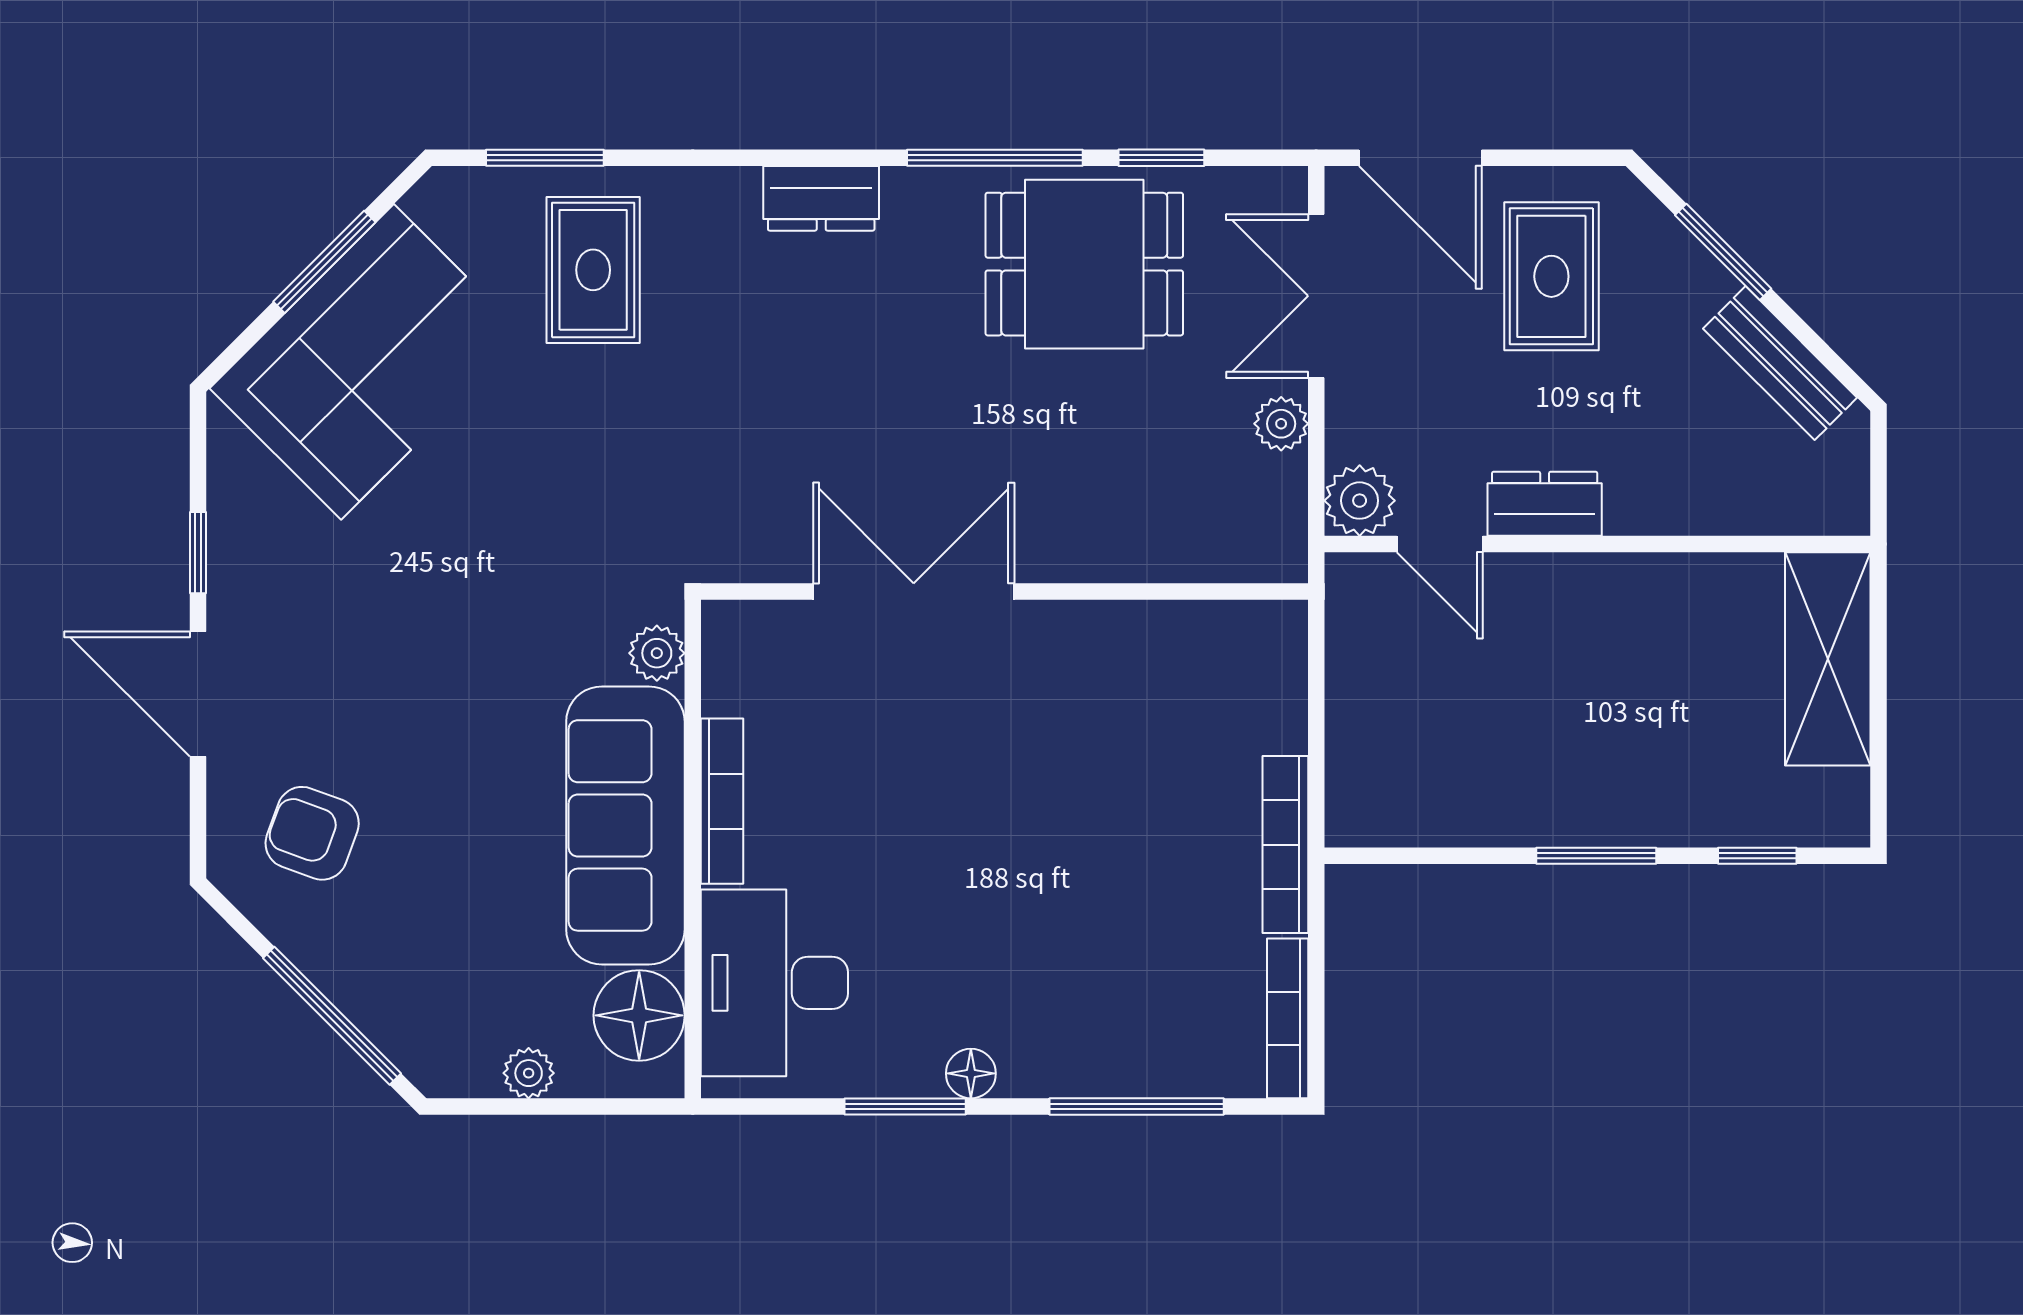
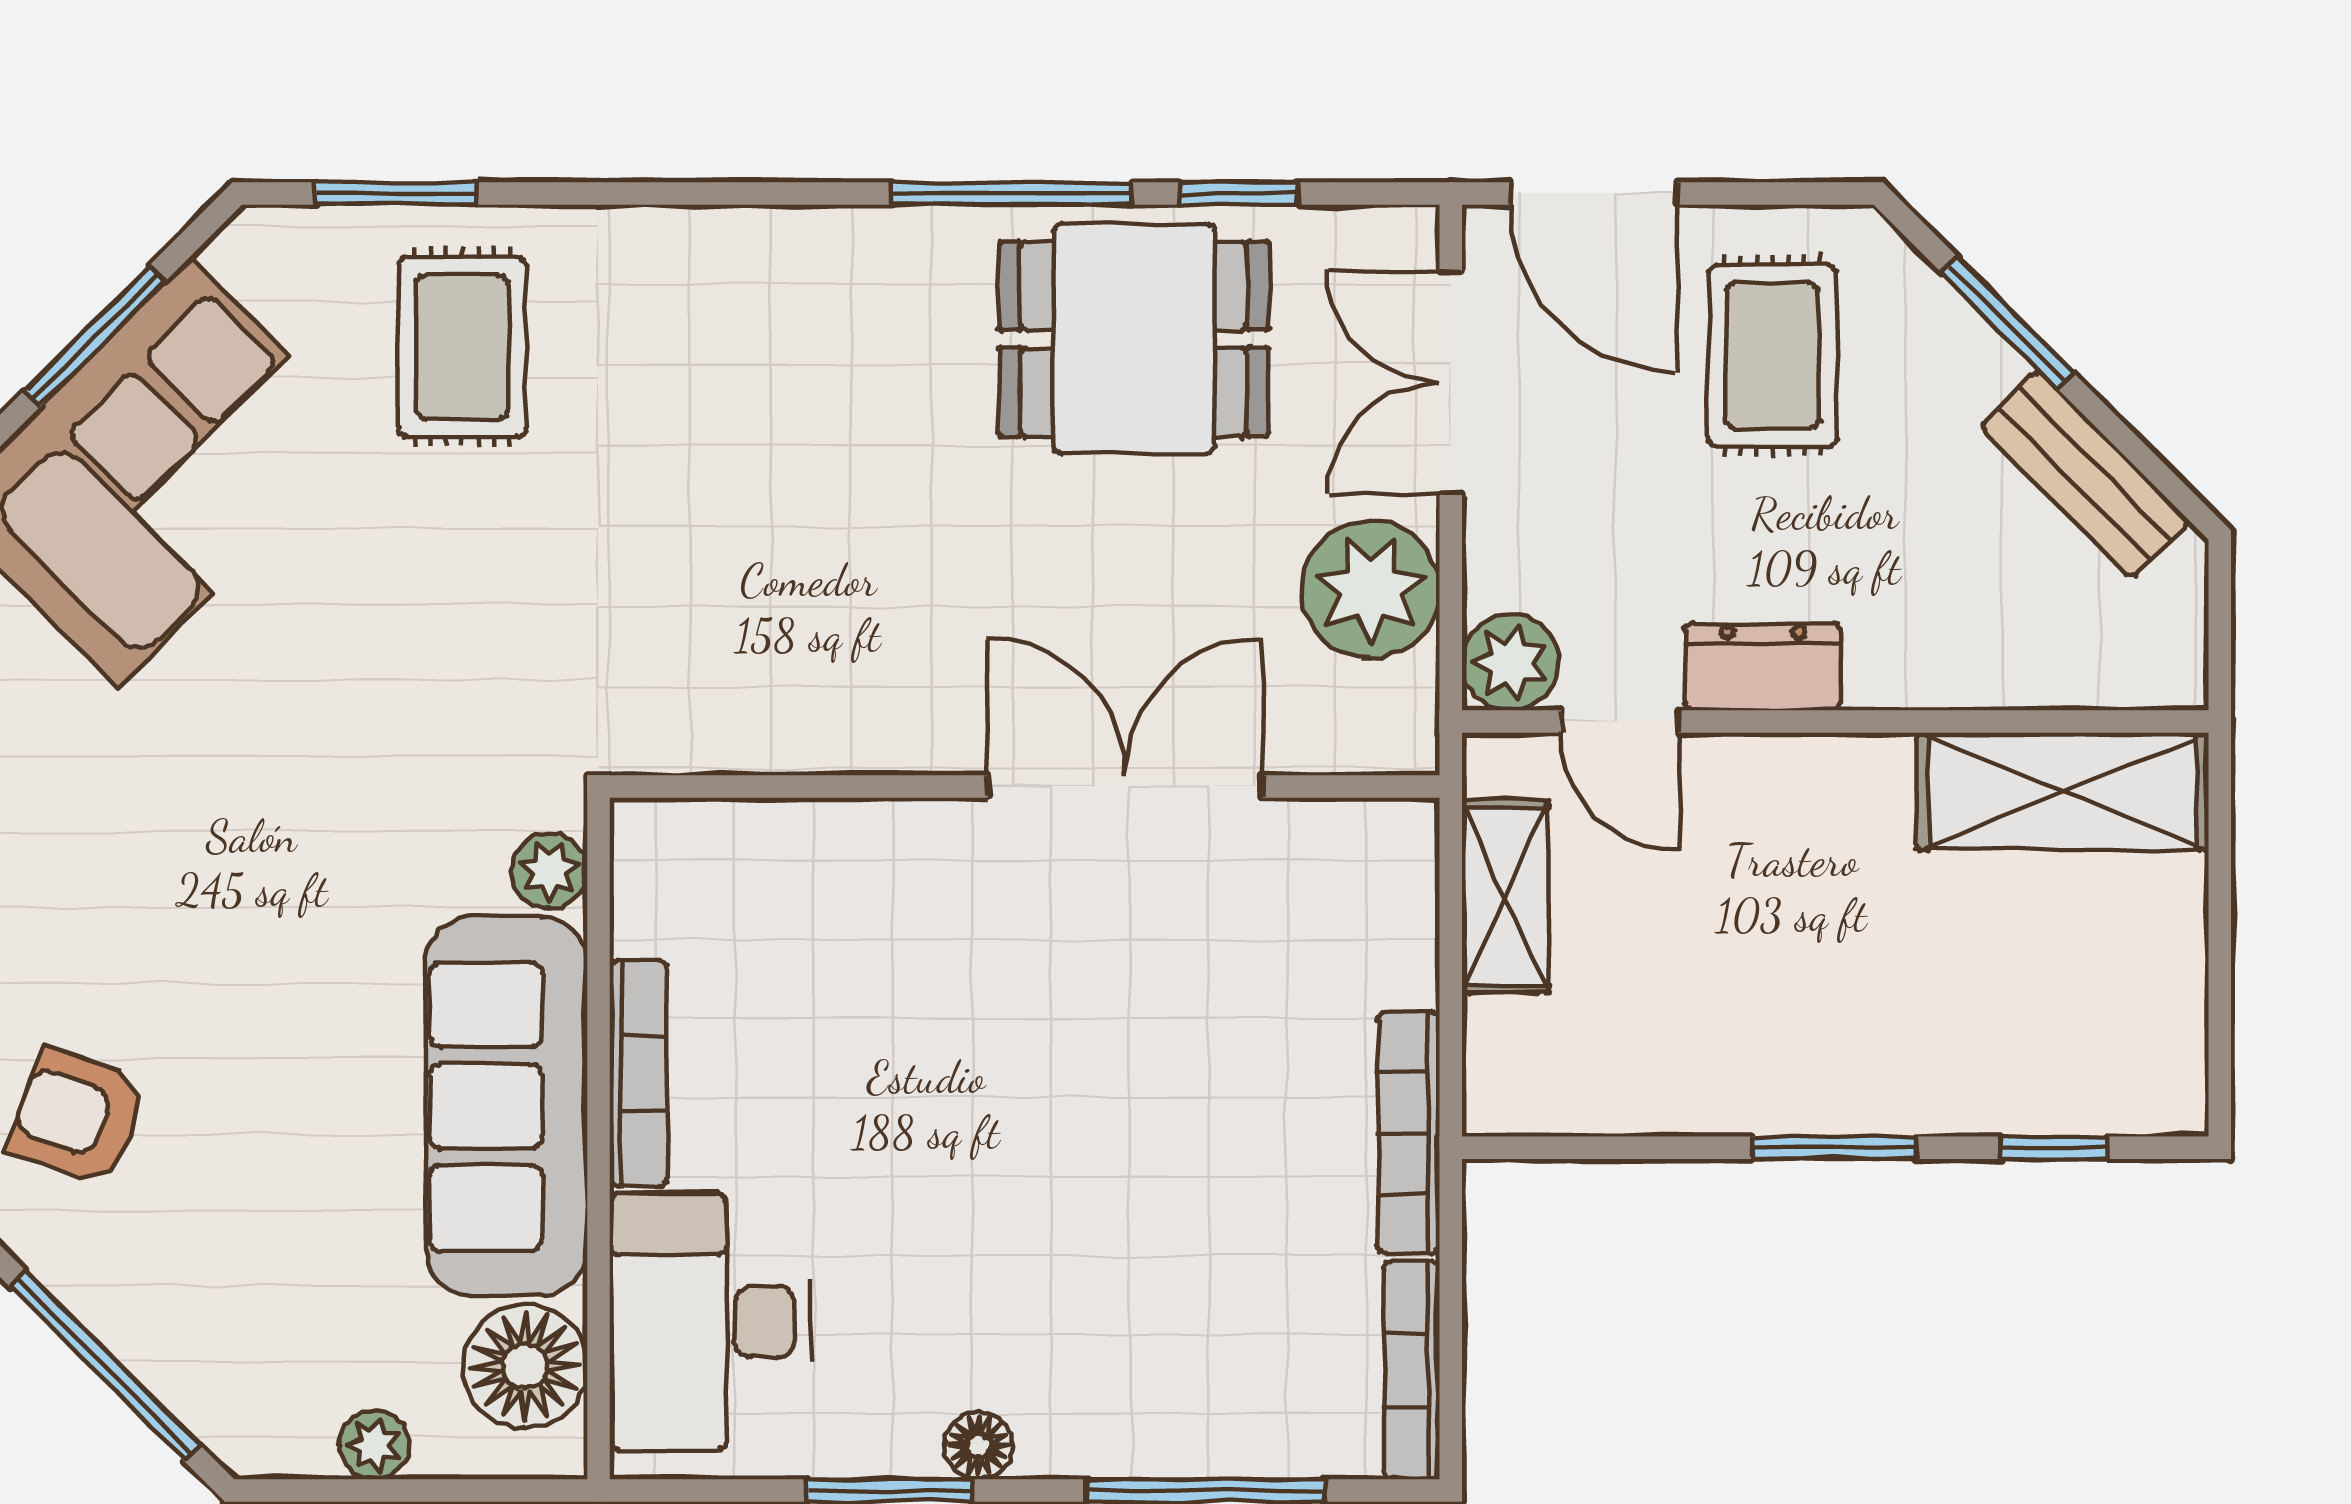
dresser: (821, 198) -> (774, 249), removed
plant: (1281, 424) -> (1371, 589), width x1.87, depth x1.87
double door: (914, 591) -> (1125, 786), moved
shelving: (1828, 659) -> (2063, 791), moved, turned 90
shelving: (1356, 672) -> (1505, 897), added

